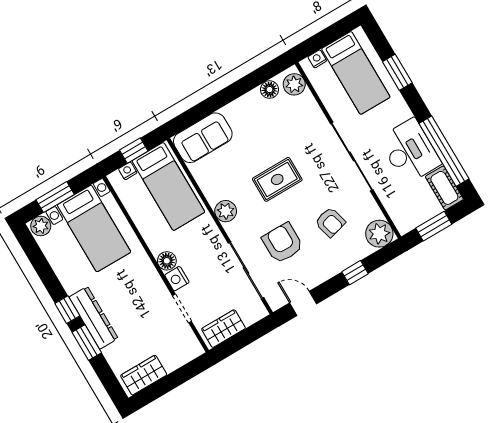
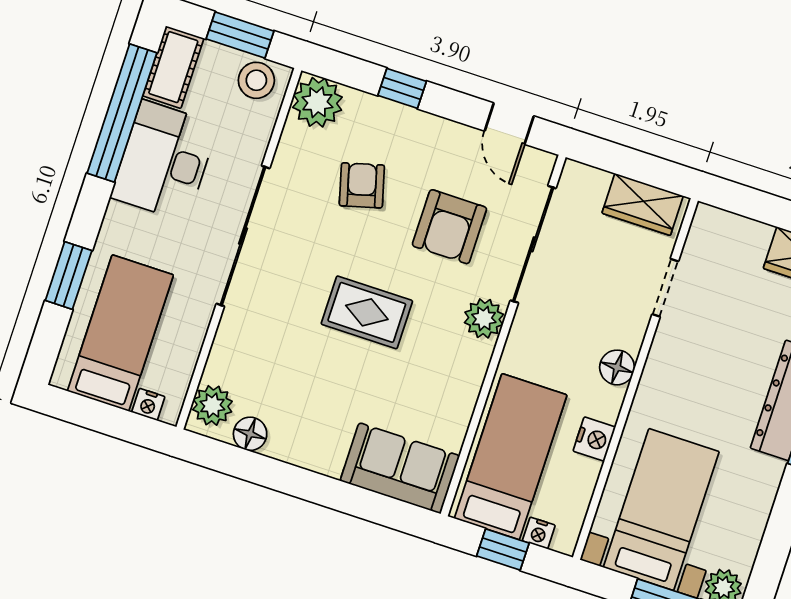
plant: (226, 211) -> (484, 318), moved
stool: (410, 217) -> (256, 80), added
nightstand: (177, 279) -> (594, 439), moved

